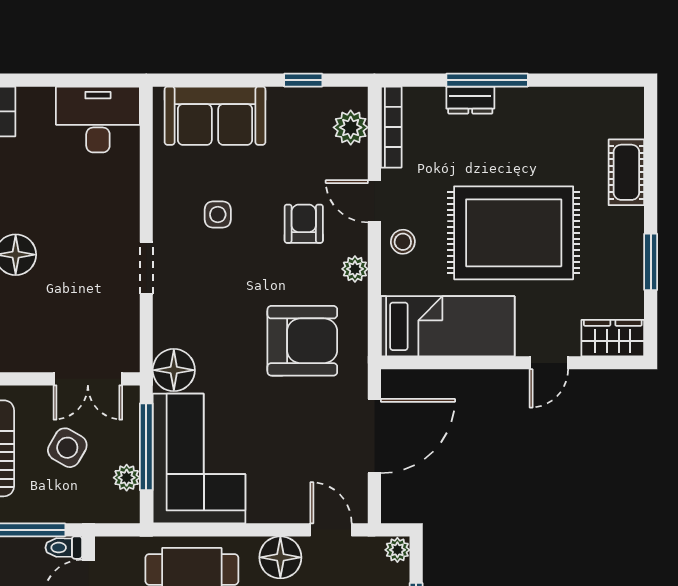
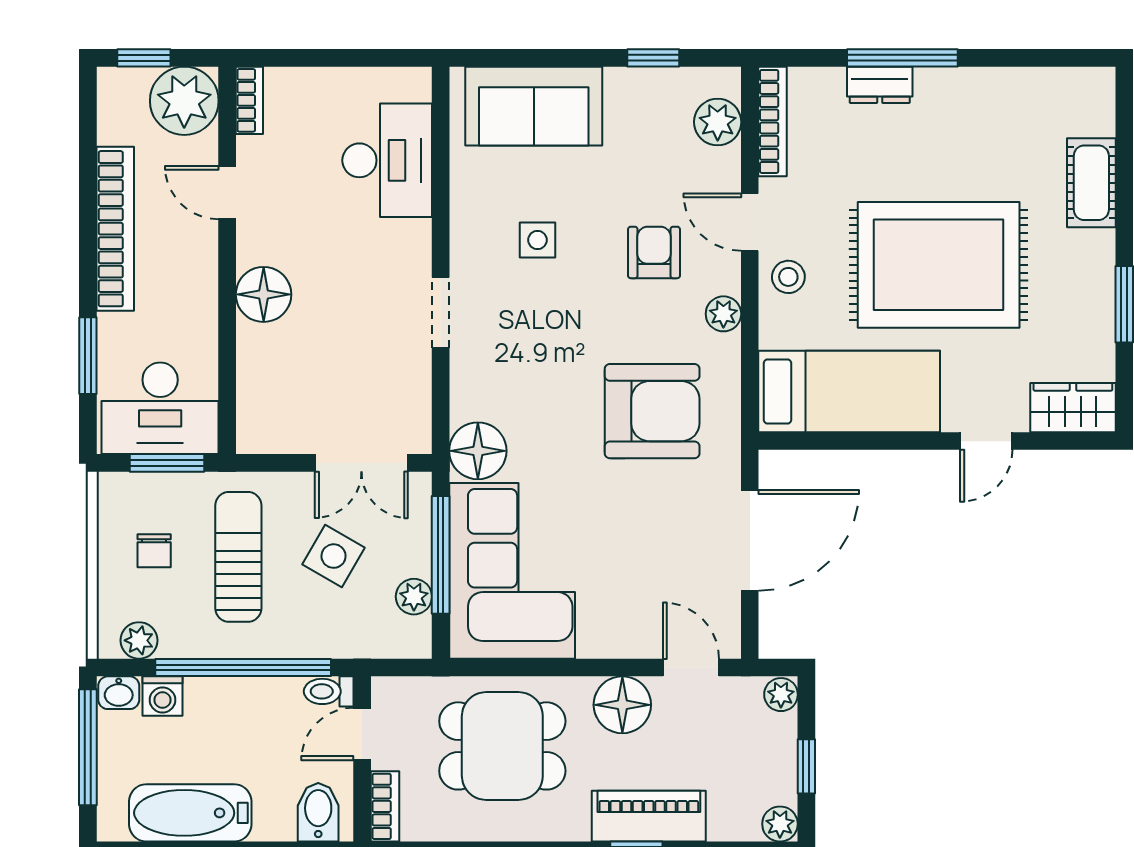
desk: (98, 120) -> (387, 160), moved, turned 90

